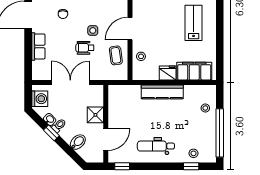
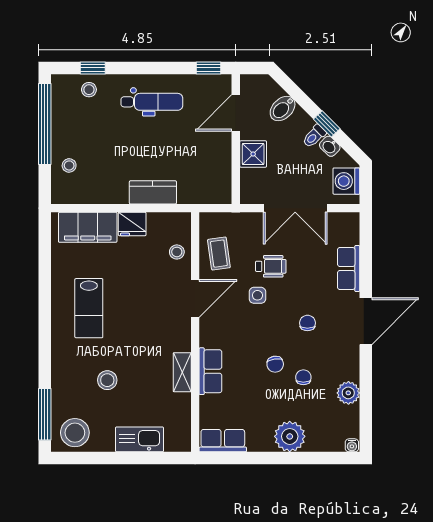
kitchen counter: (162, 92) -> (153, 192), width x0.67

